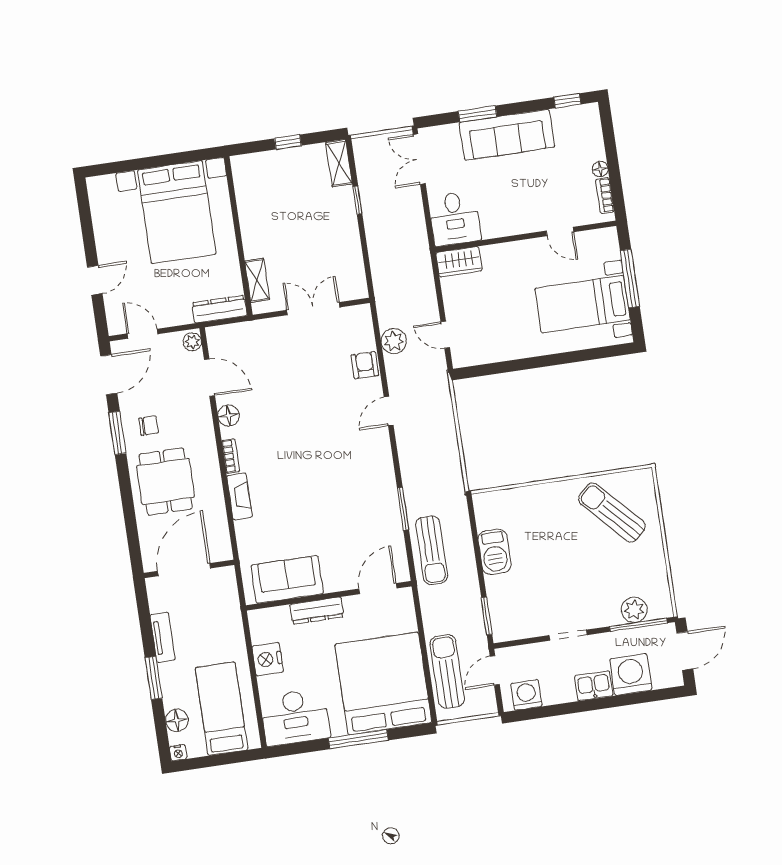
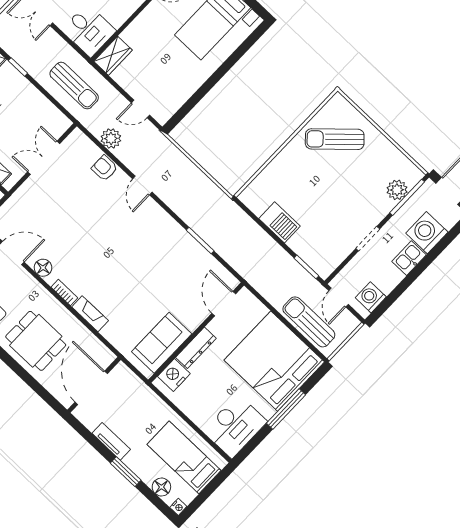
sun lounger: (432, 550) -> (74, 86), moved
nightstand: (268, 659) -> (174, 375), moved, turned 90

